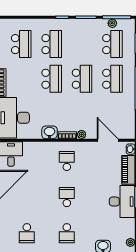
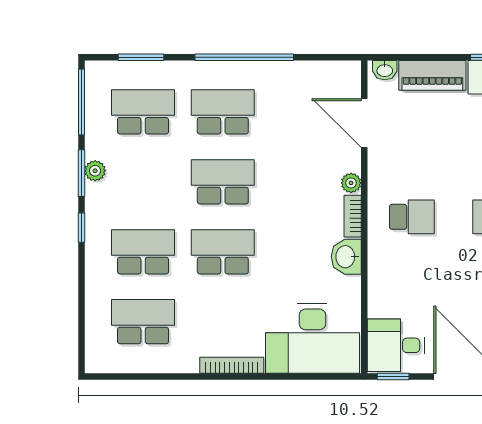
plant: (112, 23) -> (95, 171), moved
door: (108, 140) -> (364, 123), hinge flipped
school desk: (67, 161) -> (412, 217), turned 180

